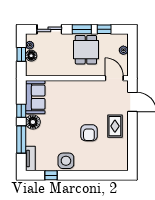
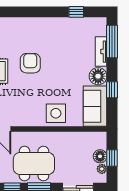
dining table: (86, 50) -> (34, 164), width x1.37
window: (21, 139) -> (112, 41), moved
tv unit: (30, 159) -> (101, 52), moved
side table: (66, 161) -> (56, 113), moved

